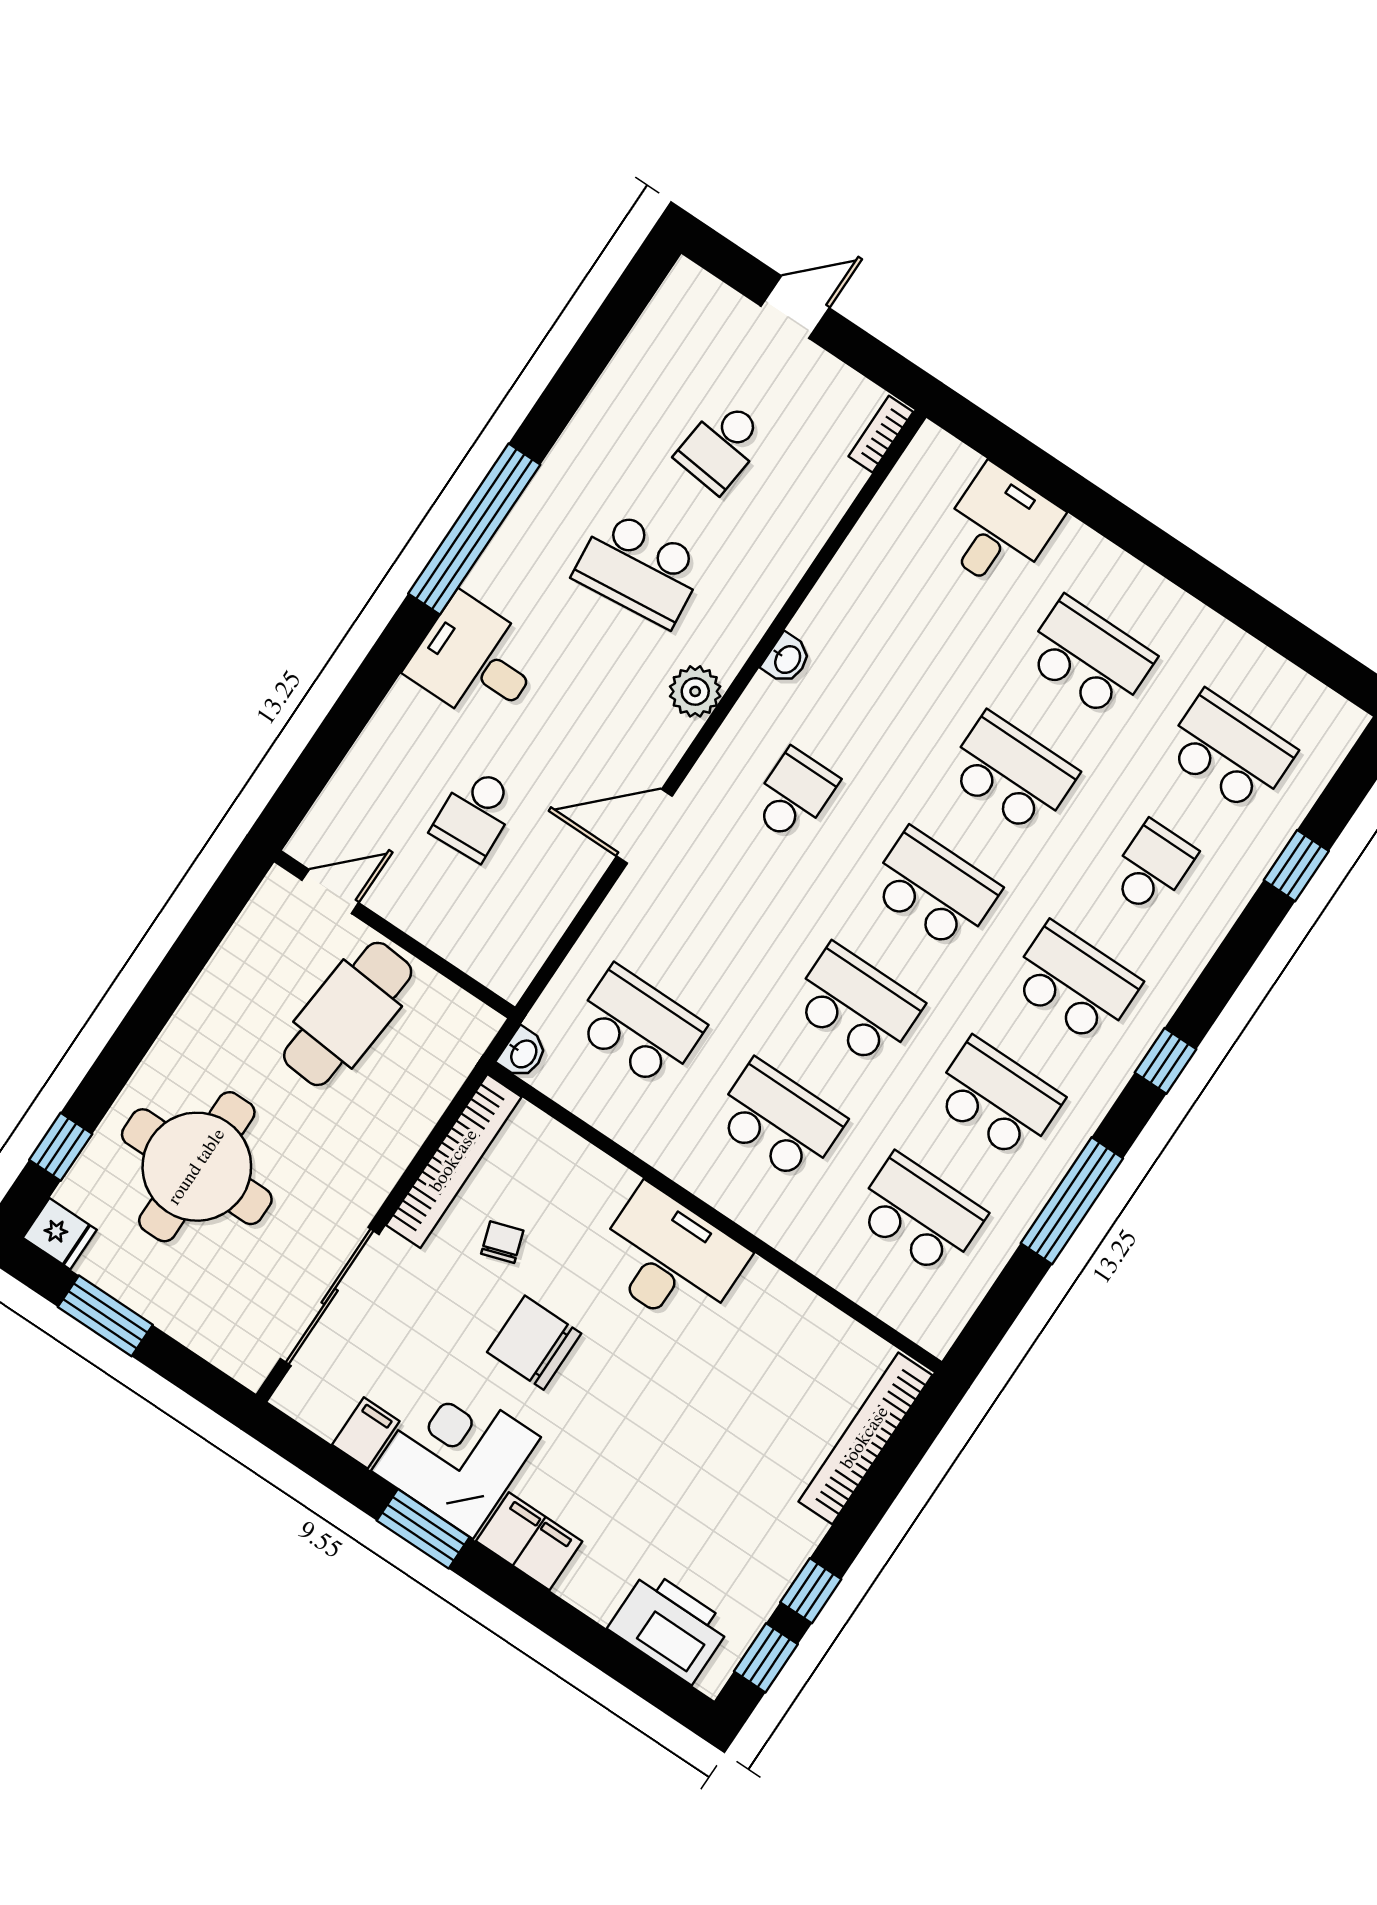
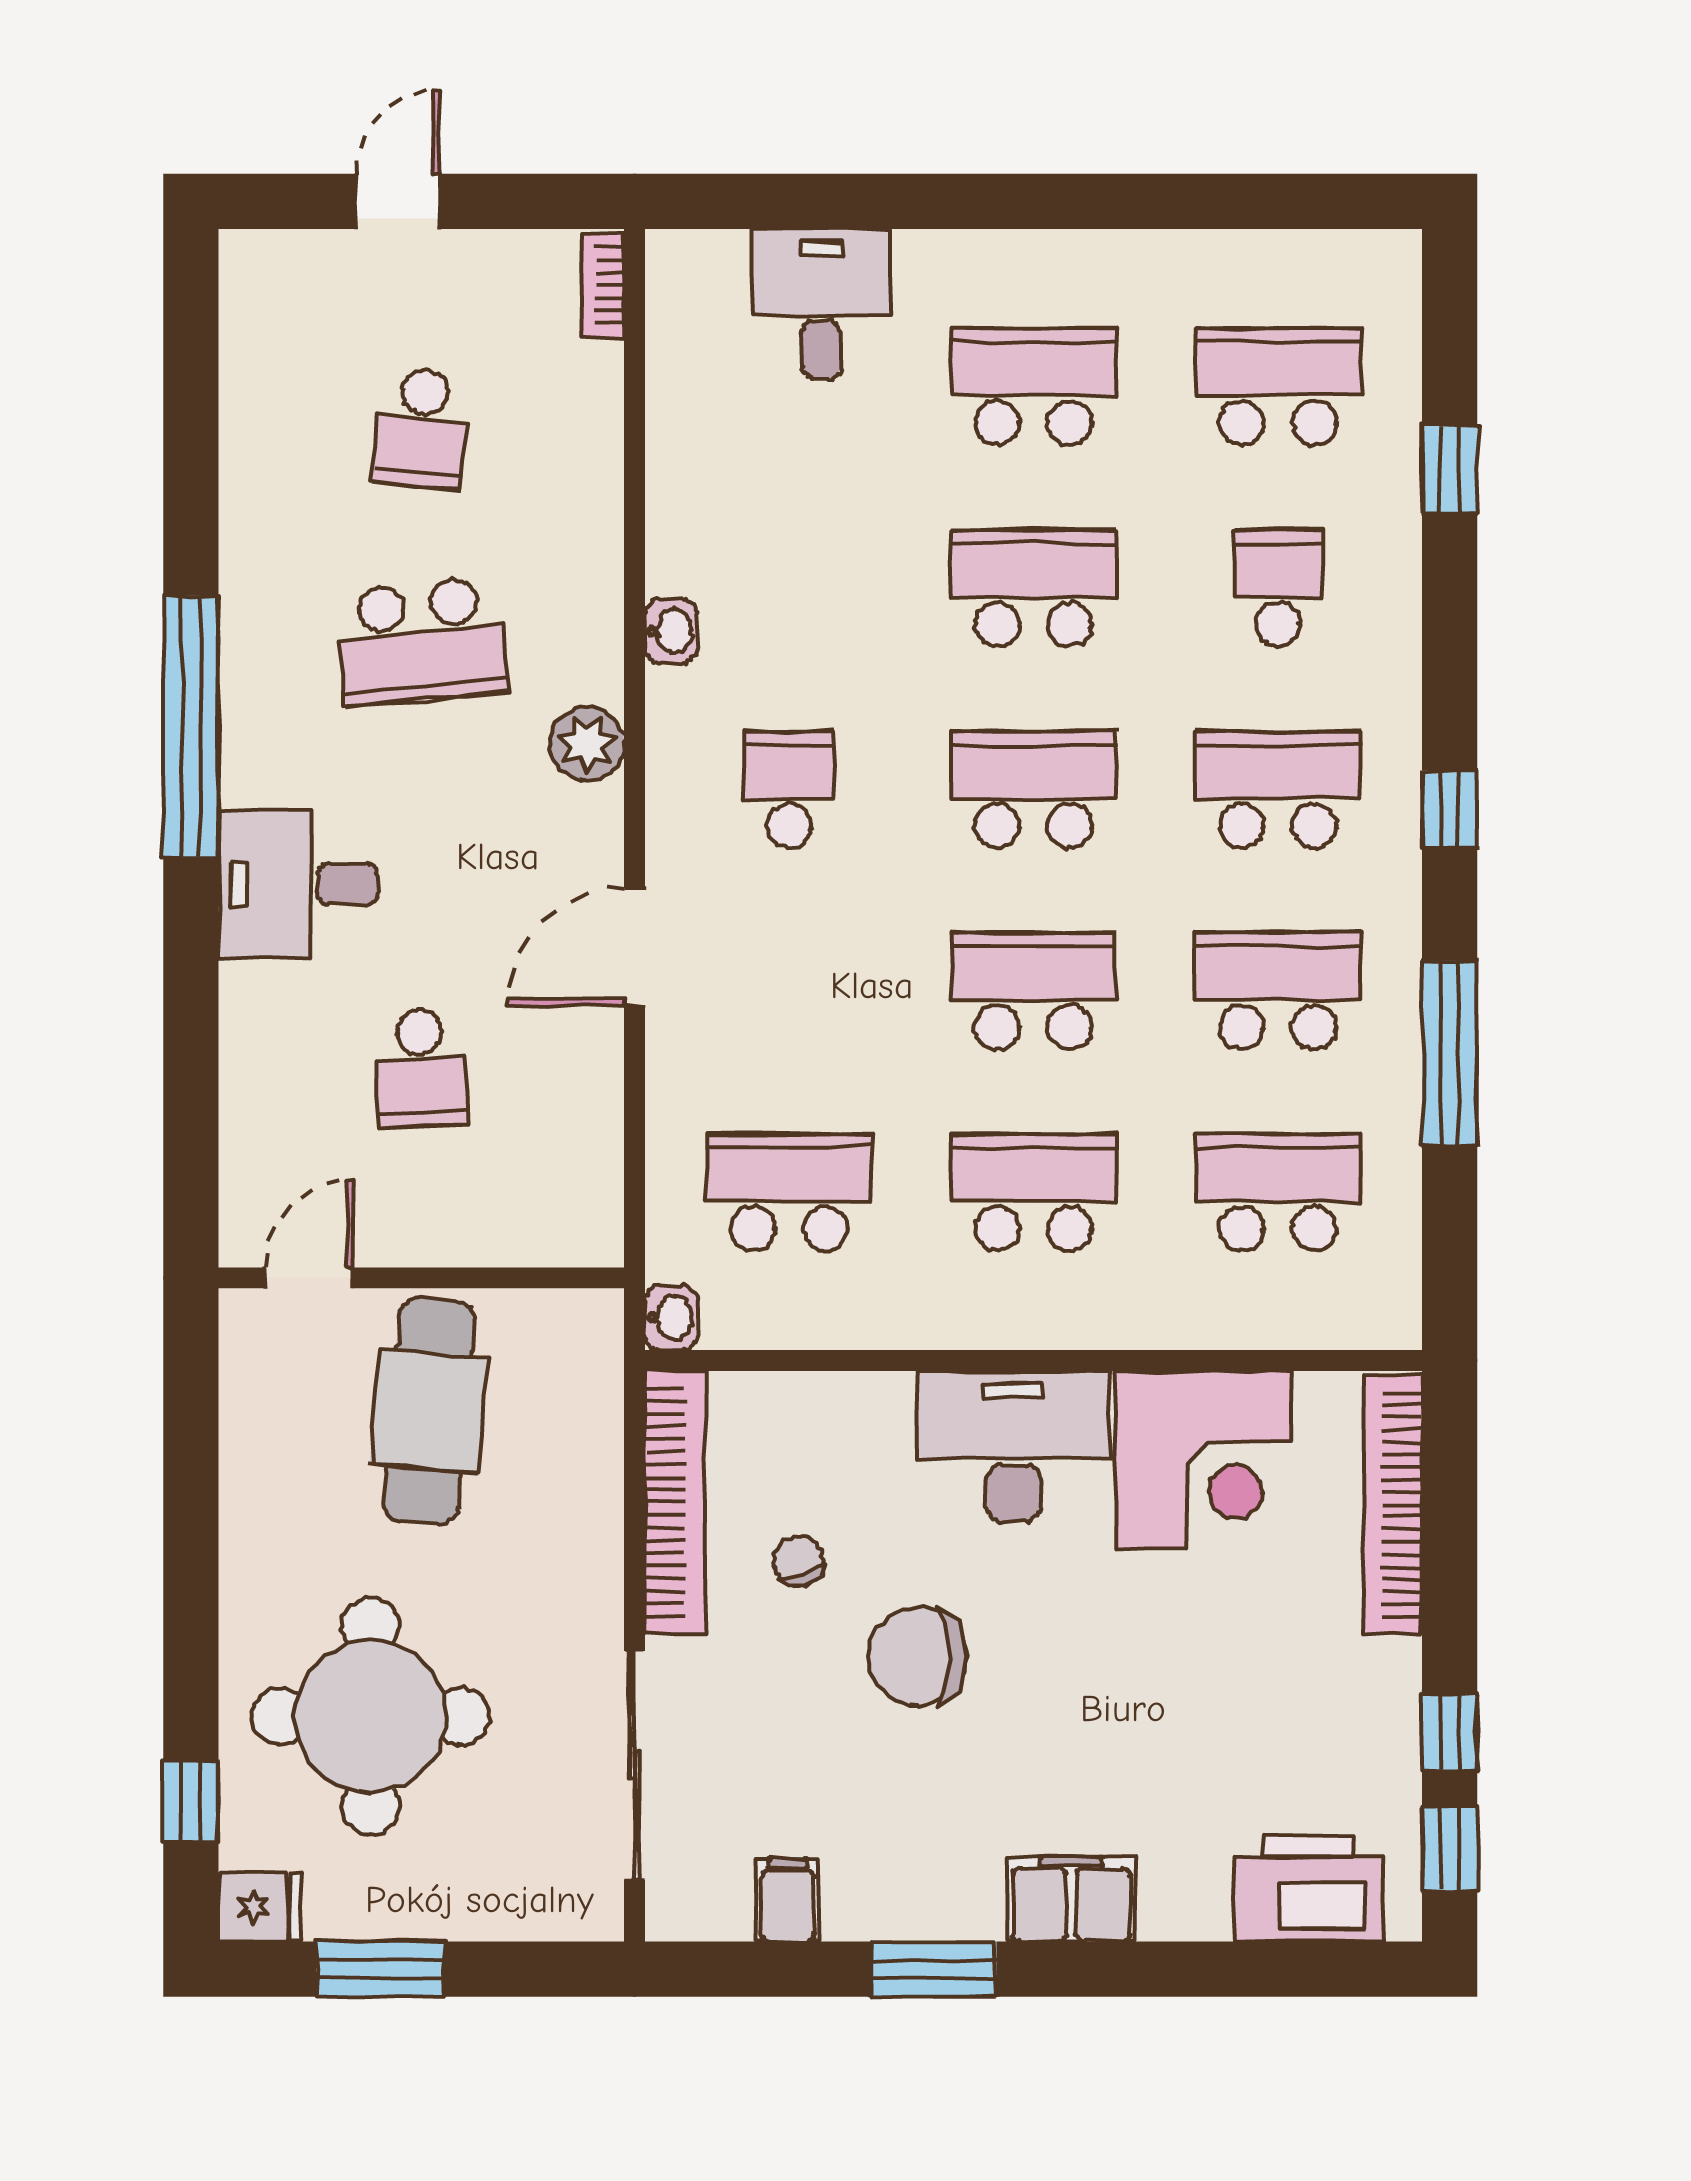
corner desk: (456, 1454) -> (1204, 1460), moved, turned 180

